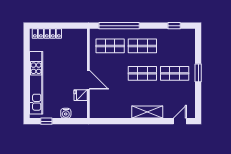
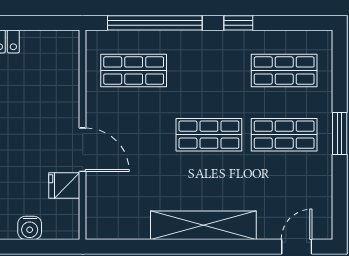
window: (174, 26) -> (238, 23), moved
shop shelf: (142, 46) -> (284, 71), moved
shelving: (147, 112) -> (203, 225), width x1.47

